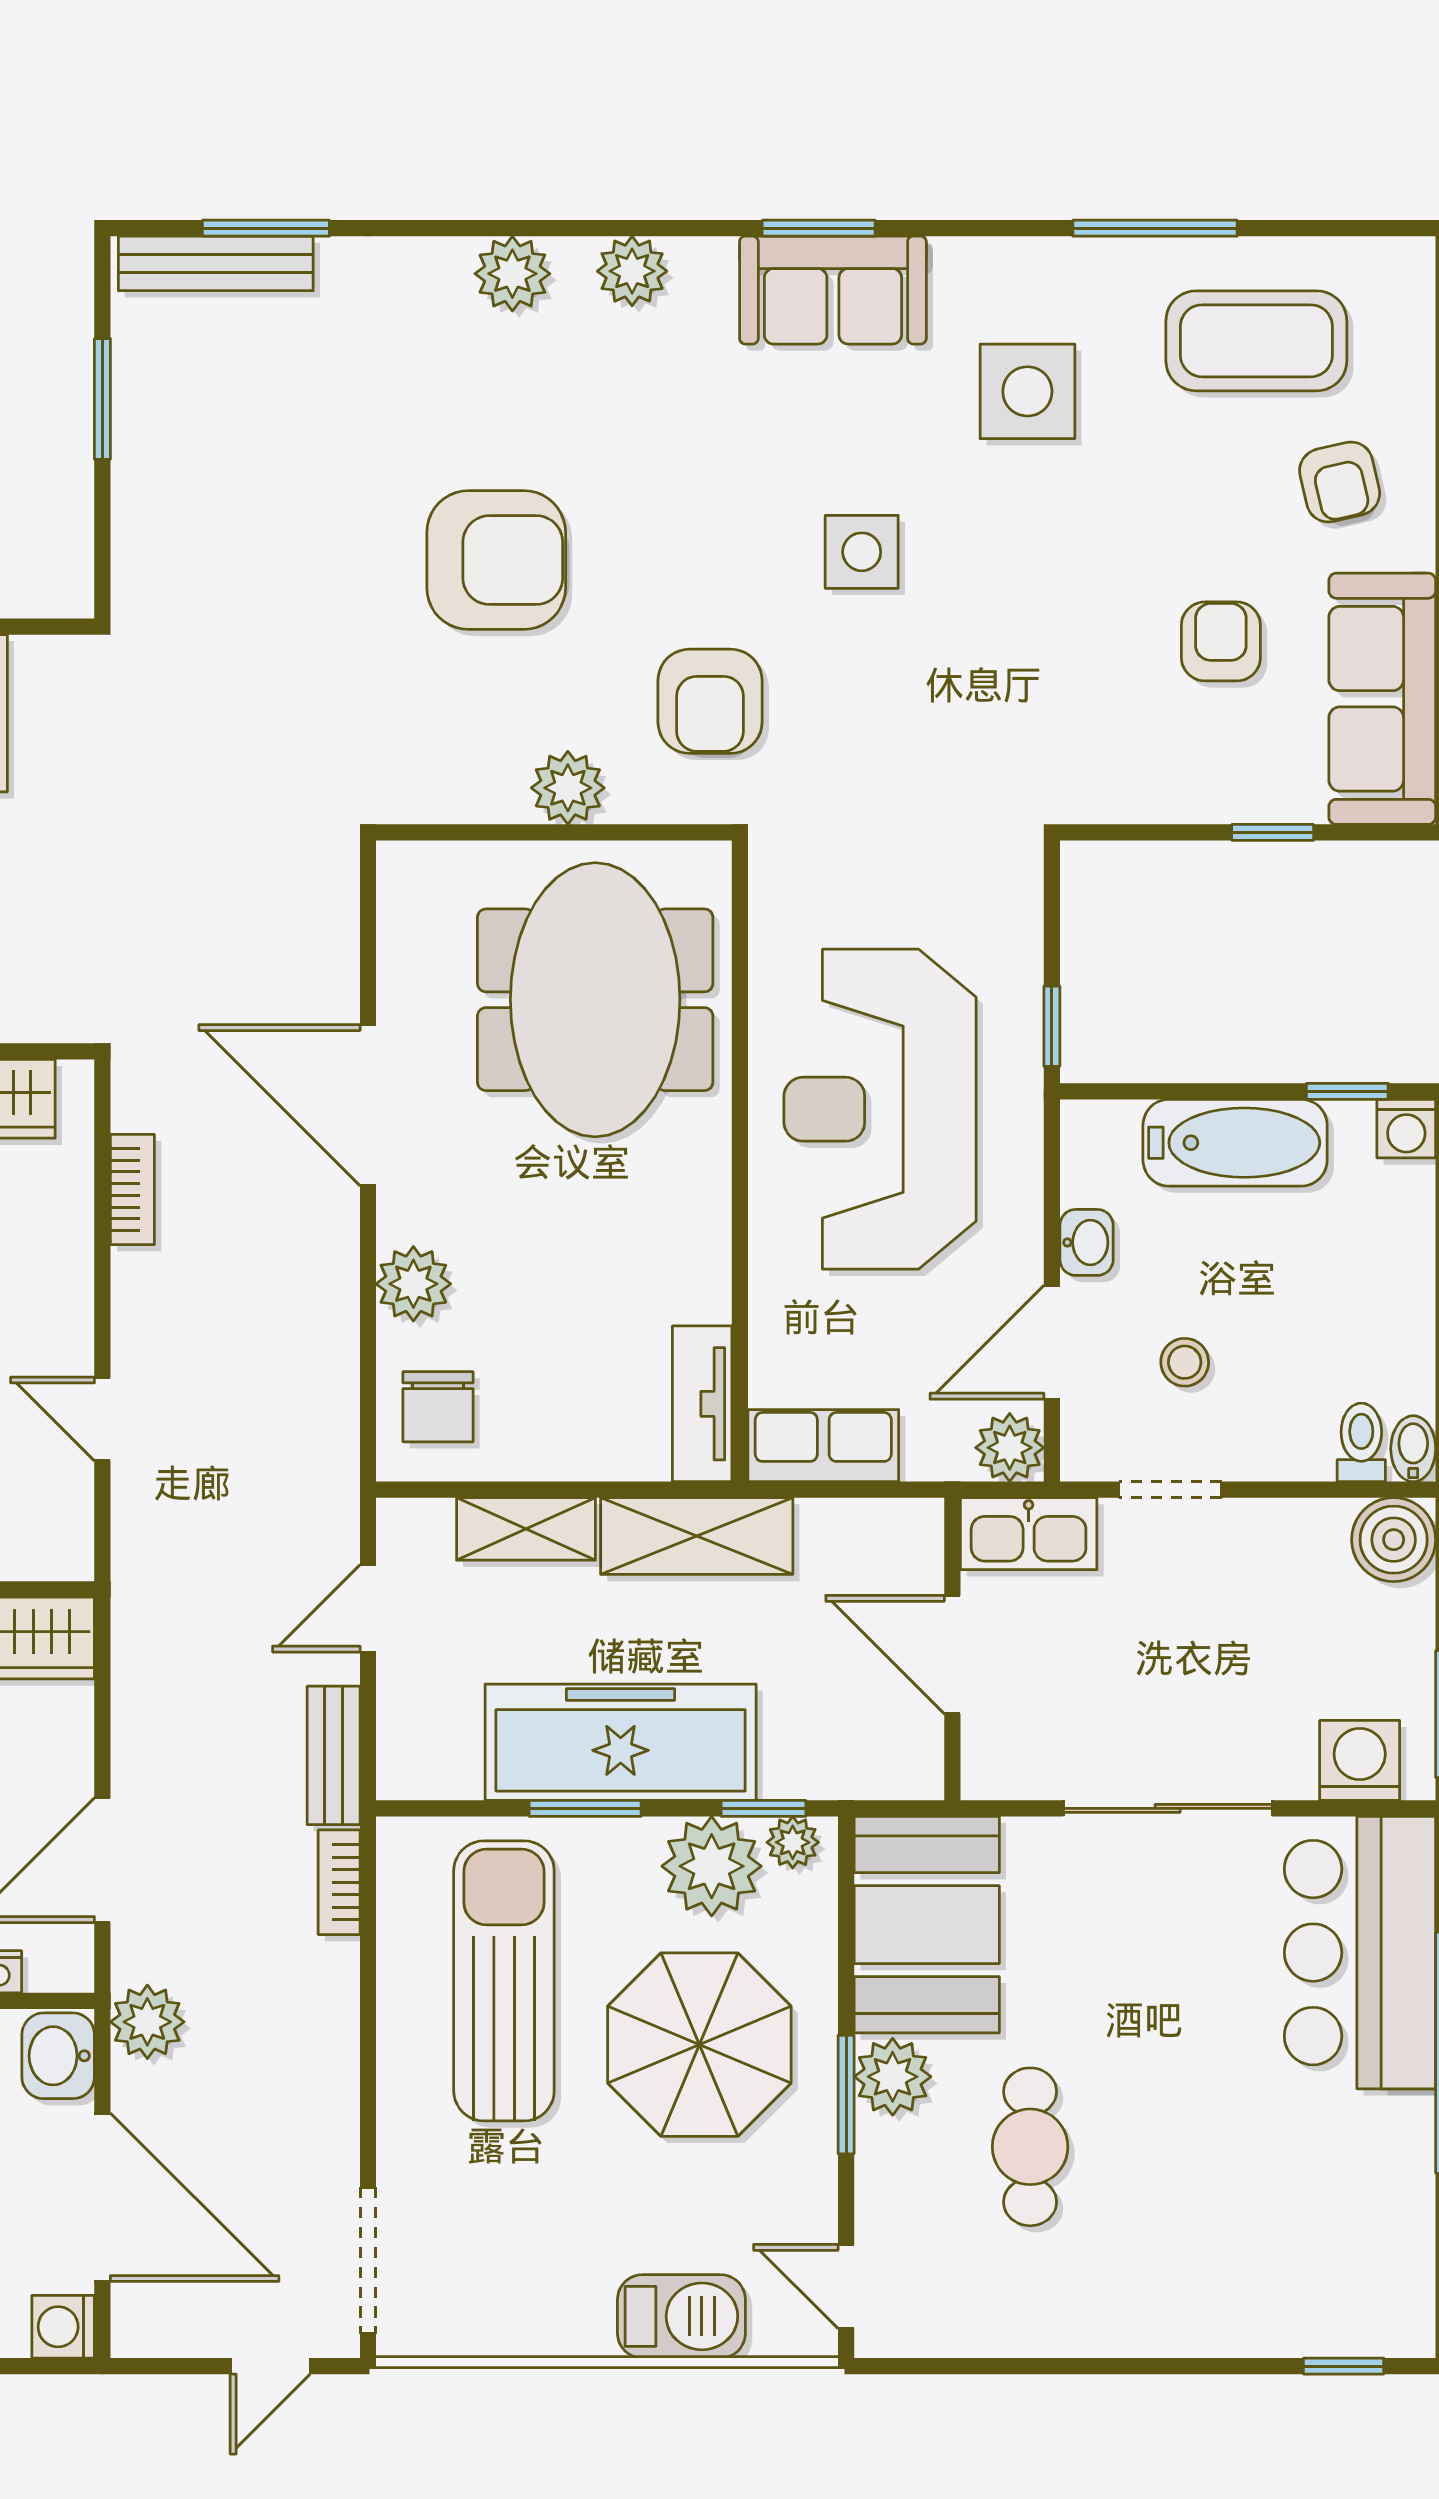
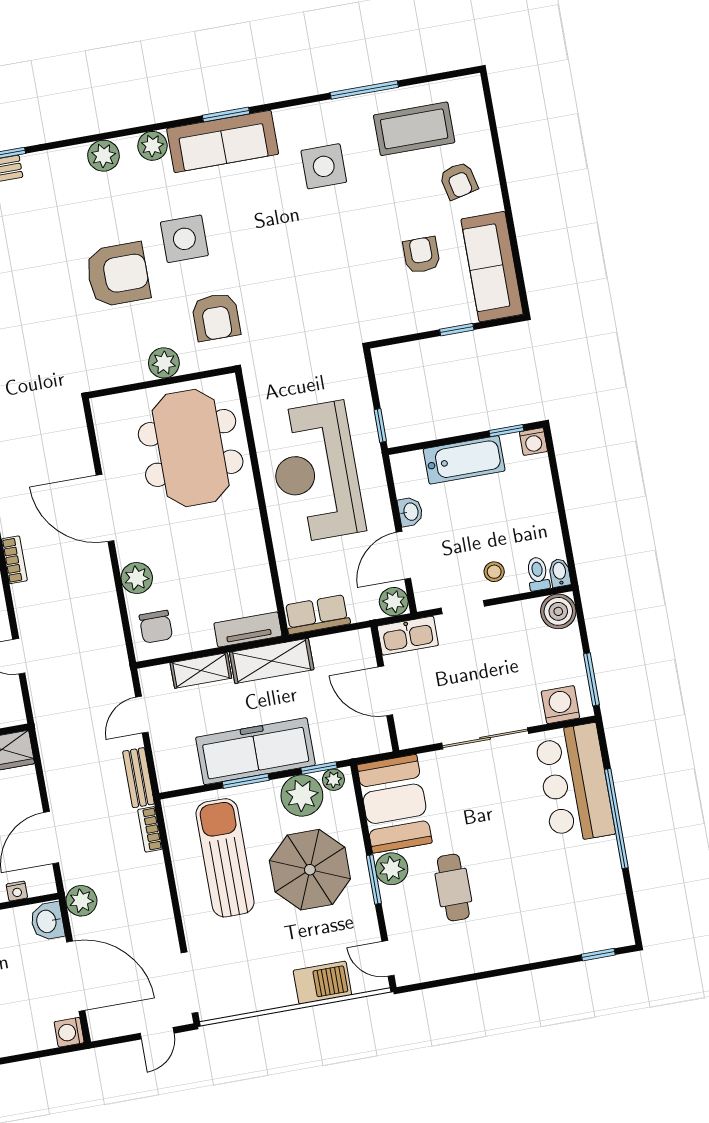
sofa: (833, 290) -> (223, 141), width x1.36
side table: (862, 552) -> (184, 239), moved, width x1.37, depth x1.37
stool: (1185, 1362) -> (494, 572), moved
tv unit: (702, 1404) -> (248, 629), moved, turned 90

